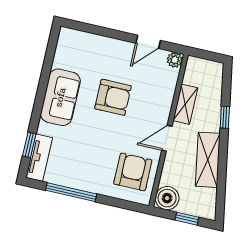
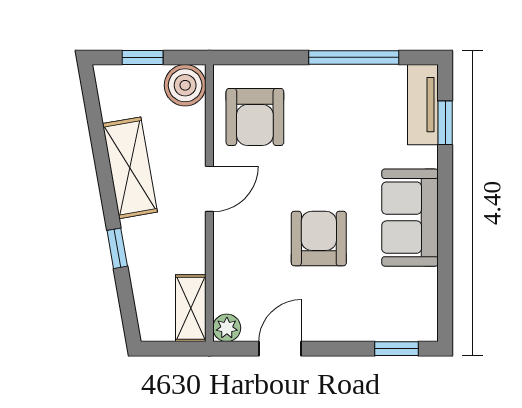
window: (84, 27) -> (397, 349), added
armchair: (113, 97) -> (319, 239), turned 90
shelving: (185, 104) -> (191, 308), moved

